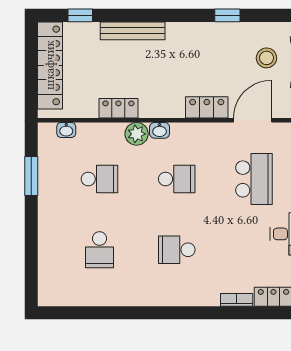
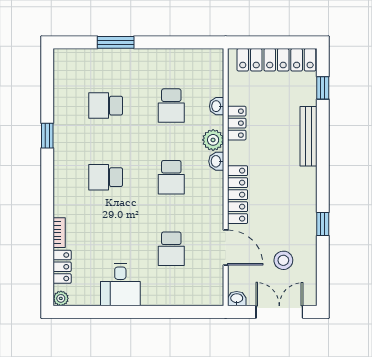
locker: (207, 107) -> (238, 195), width x1.53
washbasin: (66, 130) -> (217, 106), moved
window: (31, 176) -> (116, 42), moved
school desk: (254, 179) -> (171, 249), width x0.54
school desk: (177, 250) -> (106, 177), turned -90
window: (132, 313) -> (47, 136), added

